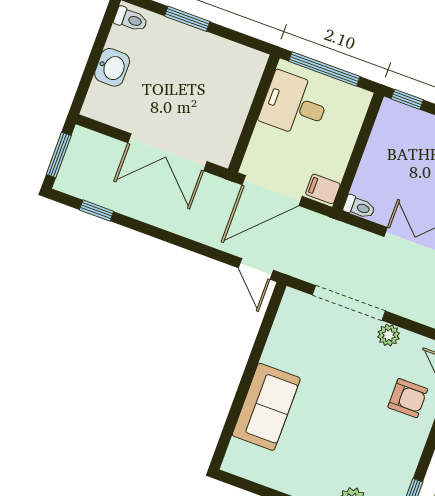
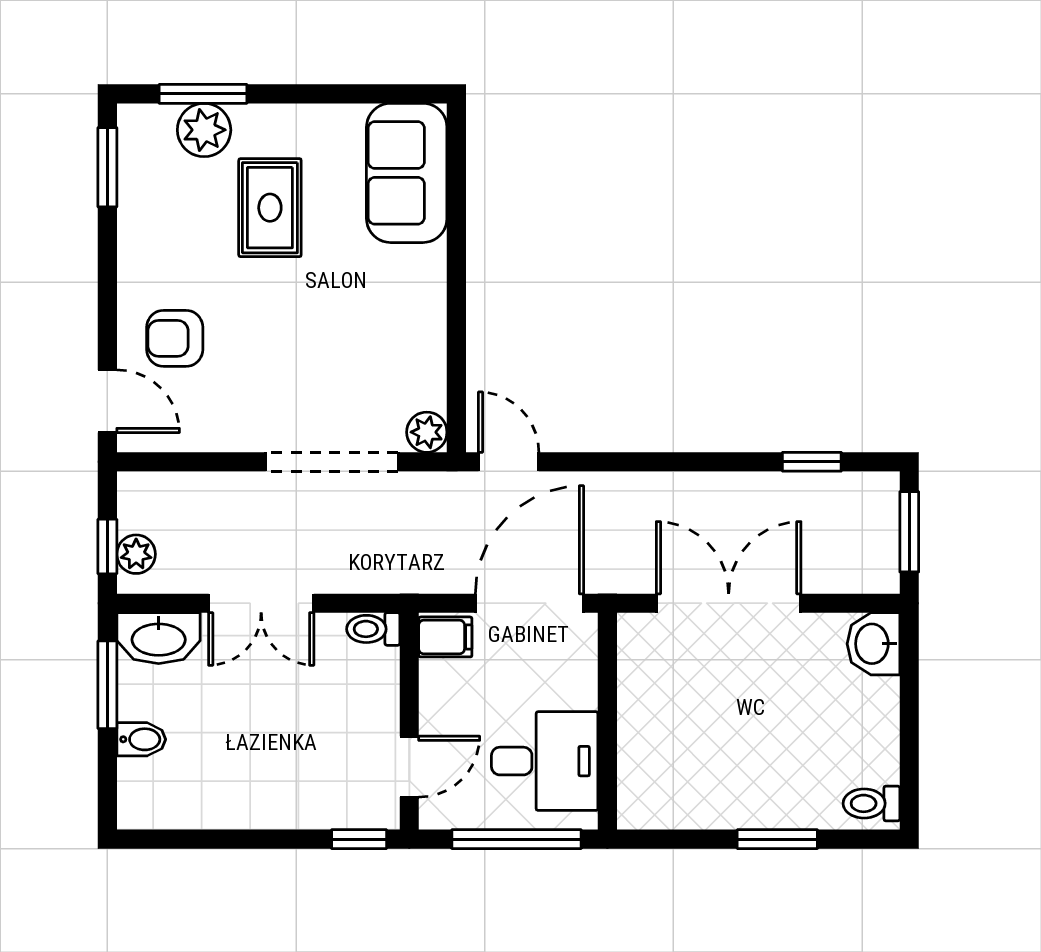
washbasin: (112, 67) -> (873, 644), moved
door: (367, 128) -> (409, 767), added
plant: (389, 335) -> (427, 432), moved
sofa: (266, 407) -> (407, 173), moved
rug: (333, 448) -> (270, 208), added

